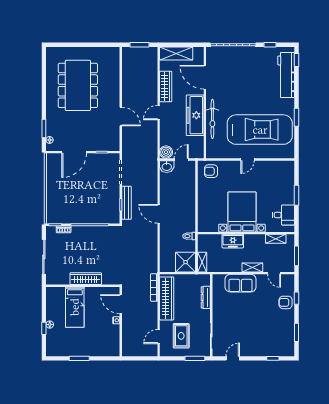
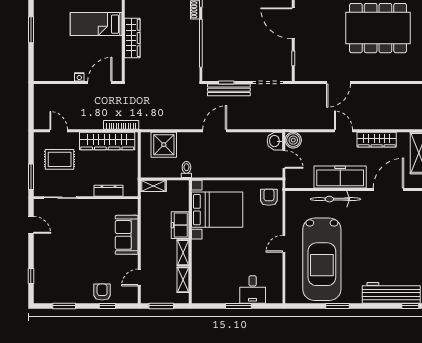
door: (248, 159) -> (284, 244), hinge flipped
bed with nightstands: (242, 212) -> (217, 210), moved
desk: (283, 215) -> (253, 289), moved
shower: (186, 262) -> (164, 145), moved
shelving: (252, 267) -> (183, 253), moved

